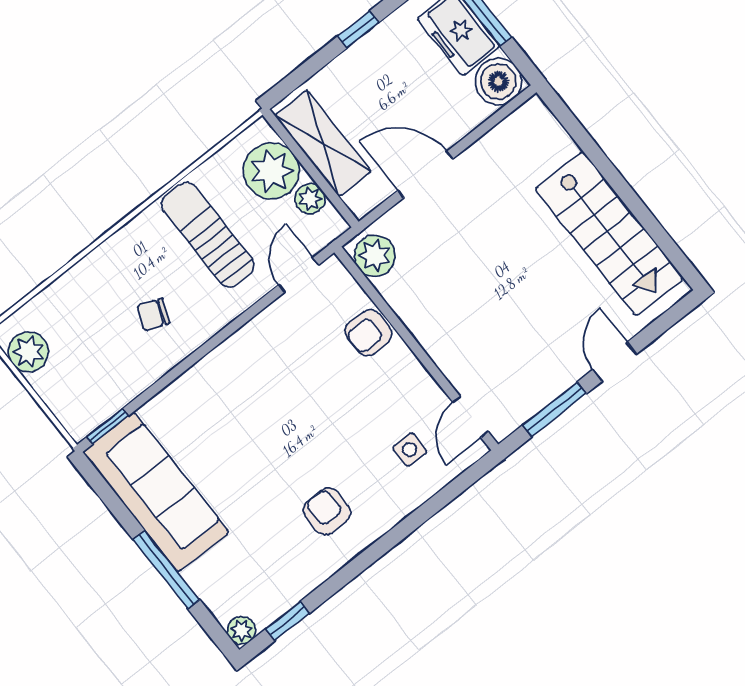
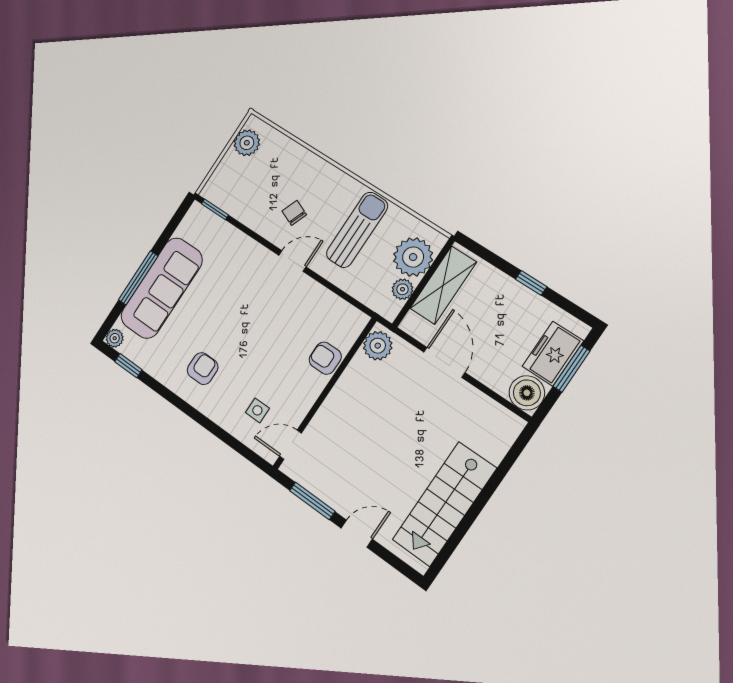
door: (299, 275) -> (292, 261), moved
sofa: (156, 492) -> (162, 288), moved

